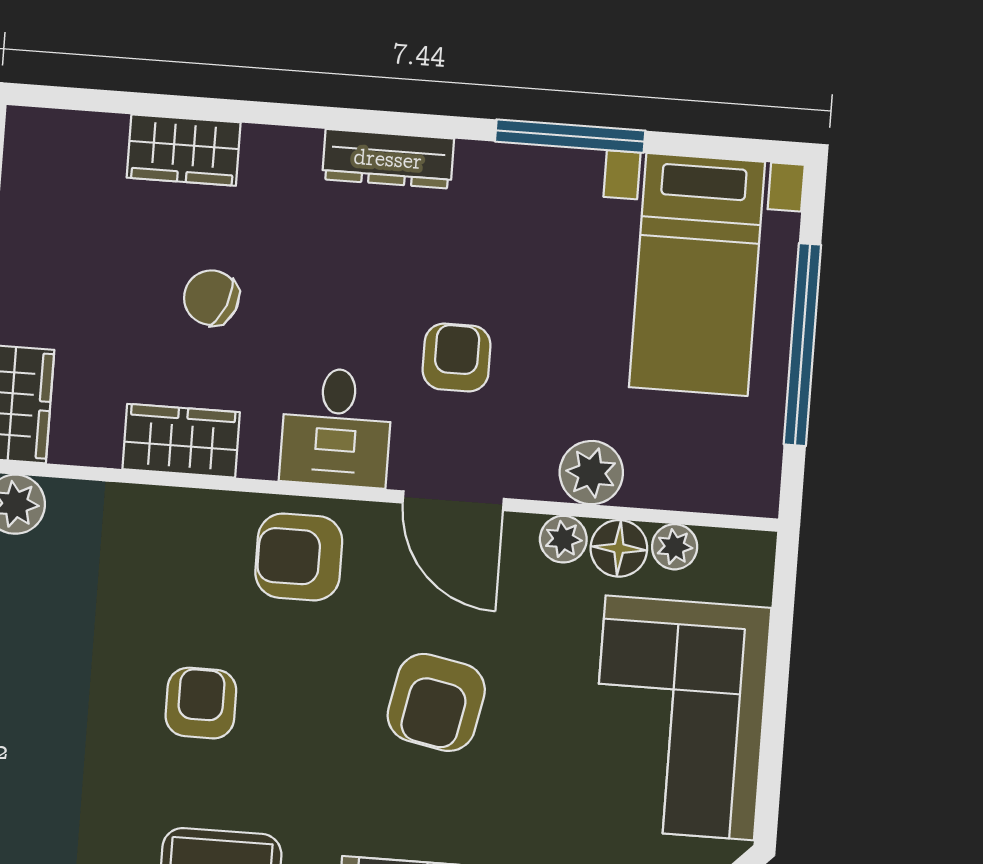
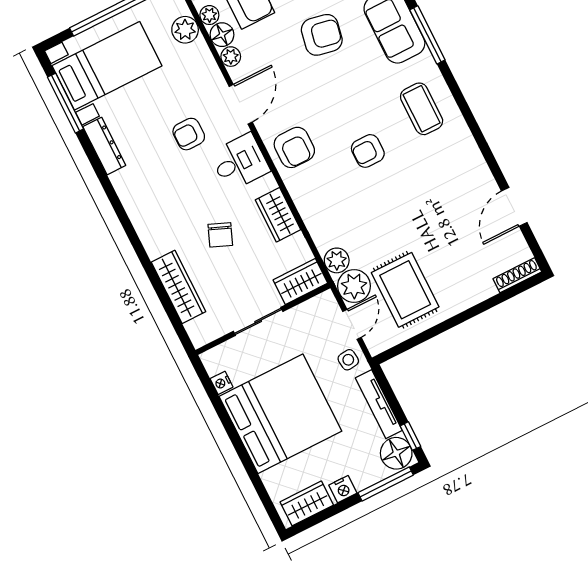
window: (570, 136) -> (65, 103), moved
wardrobe: (184, 150) -> (179, 287), width x1.50
dresser: (388, 159) -> (104, 146), moved
plant: (591, 473) -> (185, 30), moved
armchair: (436, 702) -> (322, 35), moved

